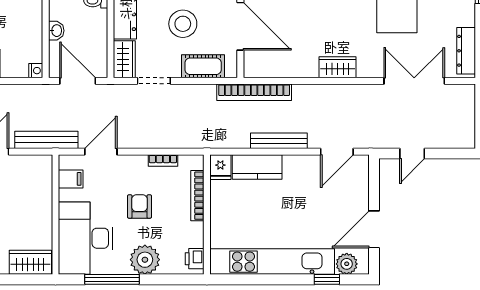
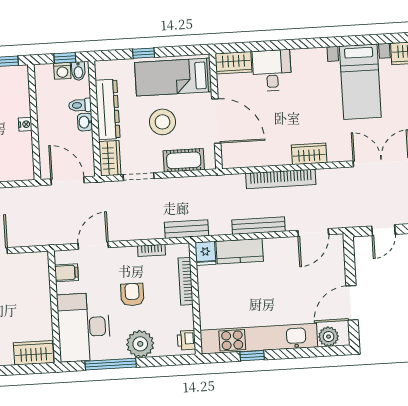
washbasin: (56, 31) -> (85, 122), moved, turned 180
nightstand: (36, 71) -> (25, 124), moved
bookcase: (254, 92) -> (281, 179), moved
bench: (46, 140) -> (187, 229), moved, width x0.73
window: (327, 279) -> (252, 356), moved

